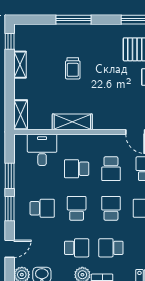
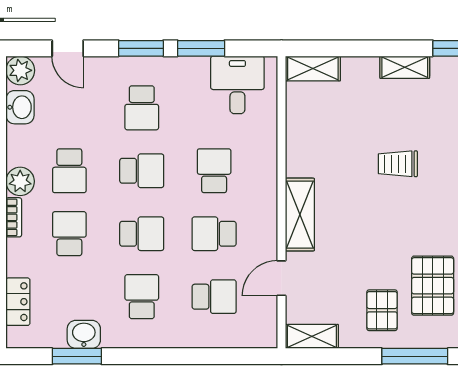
shelving: (72, 122) -> (300, 215), moved
desk: (42, 150) -> (237, 85), moved, turned -90

